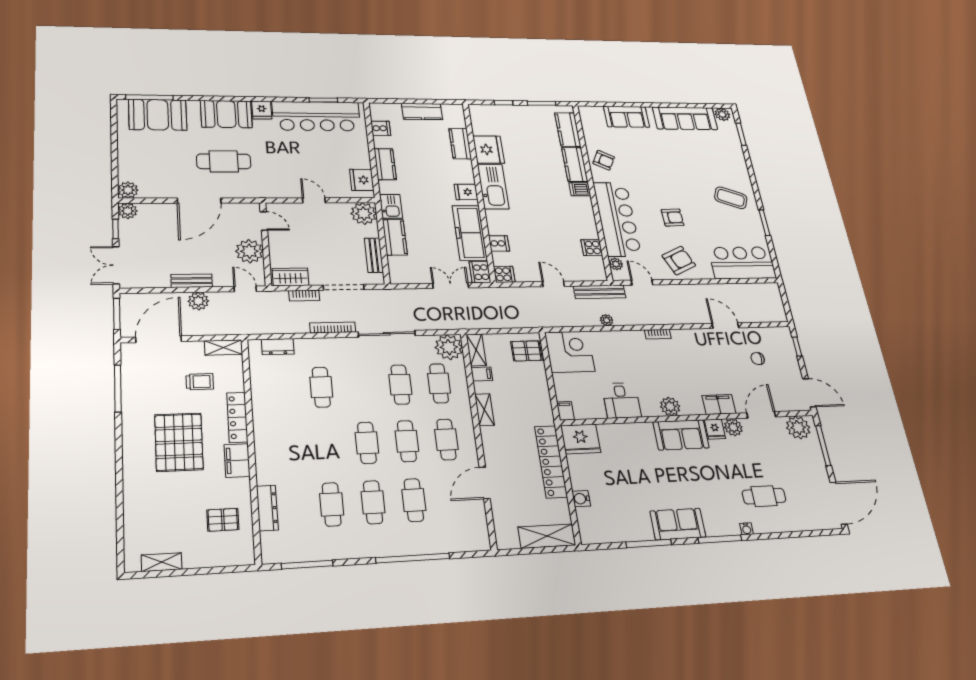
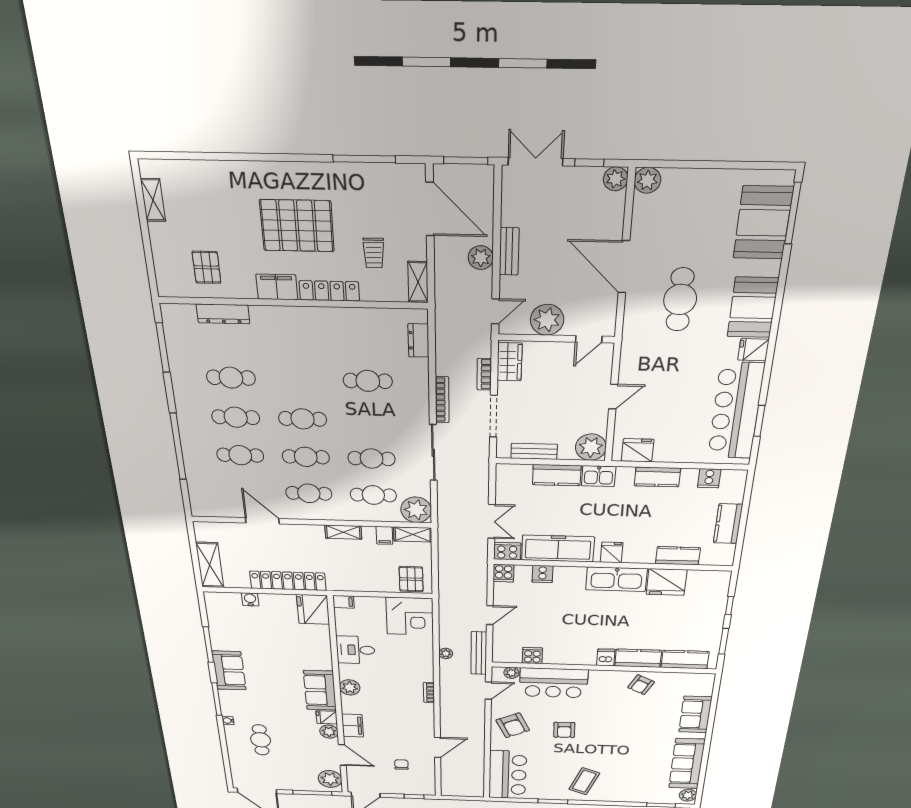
bar counter: (617, 219) -> (554, 683), width x0.73

